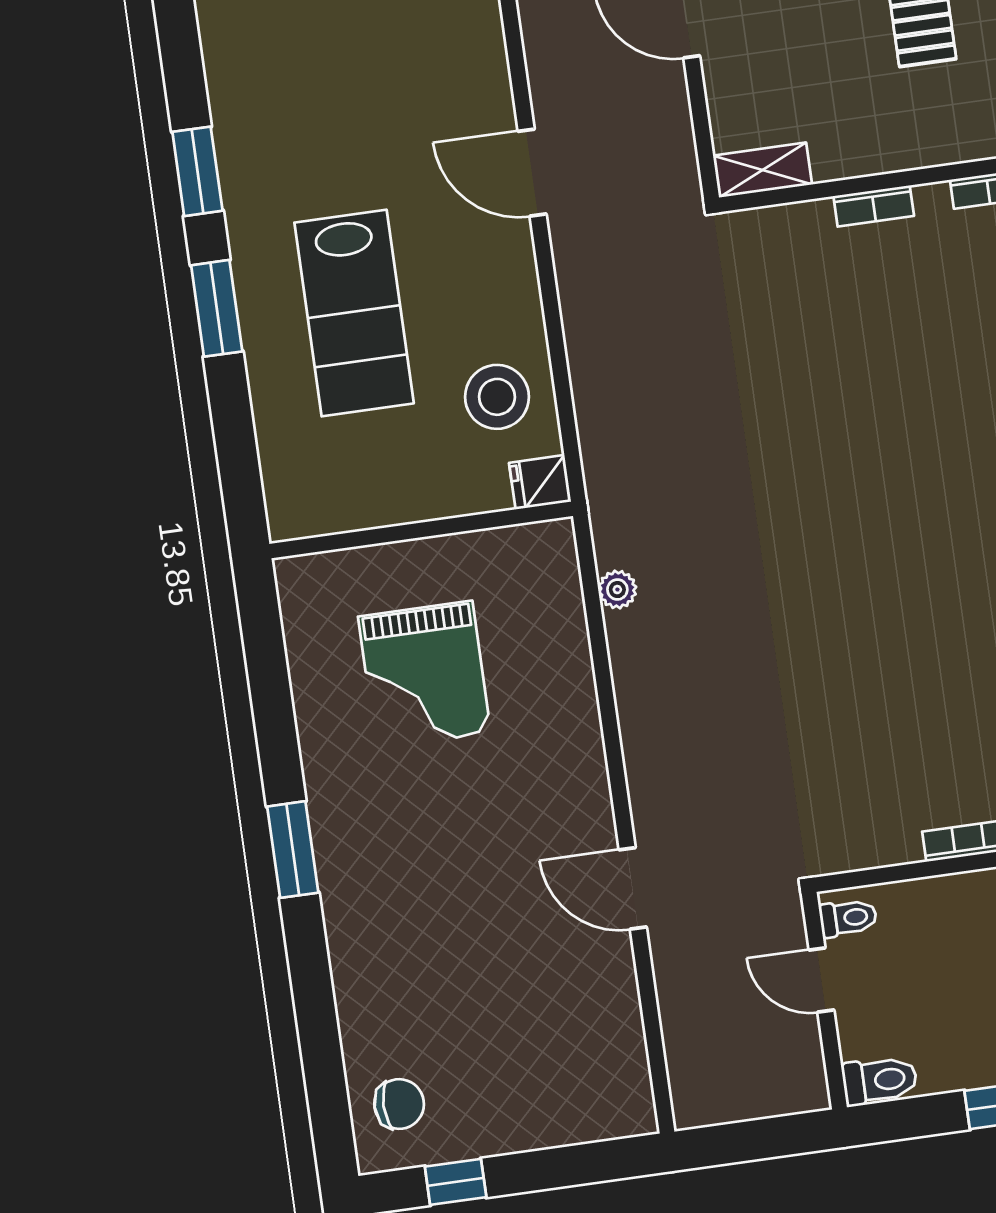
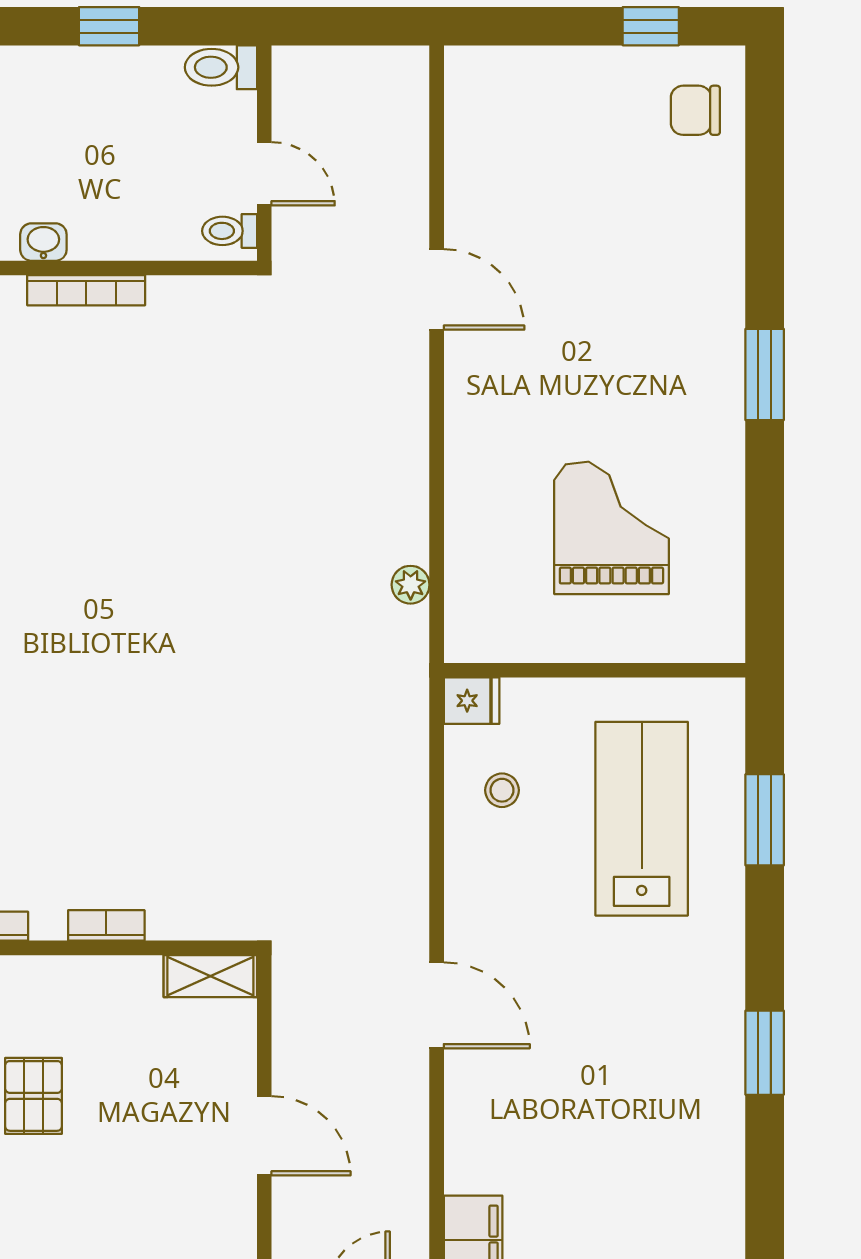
window: (217, 308) -> (765, 820), moved
lab bench: (354, 313) -> (642, 819), moved
stool: (497, 397) -> (502, 790), width x0.53, depth x0.53

